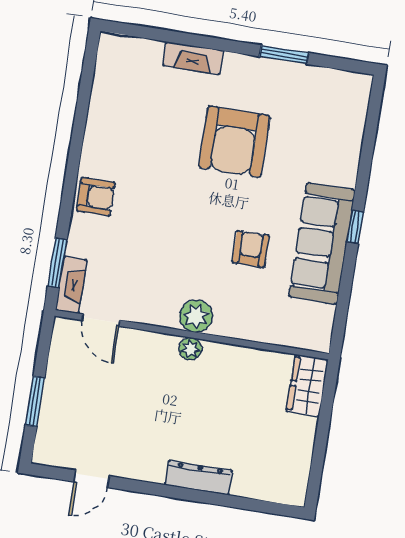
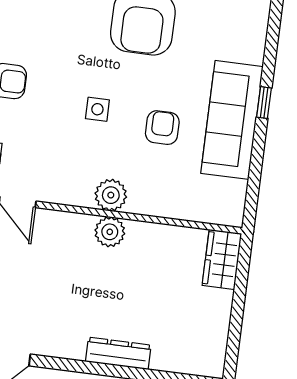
side table: (185, 228) -> (97, 109), added
plant: (190, 349) -> (110, 232), width x1.38, depth x1.38

